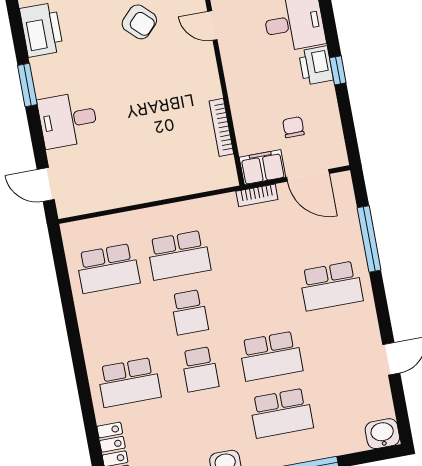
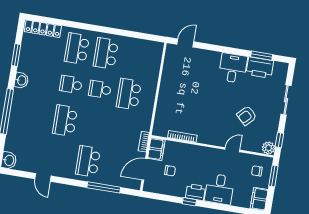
window: (27, 85) -> (262, 56), moved
desk: (68, 120) -> (233, 68), moved
school desk: (108, 268) -> (106, 53), moved
school desk: (281, 413) -> (36, 116), removed

